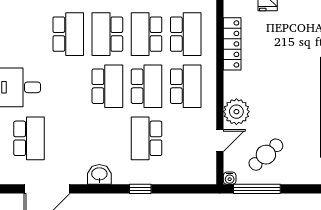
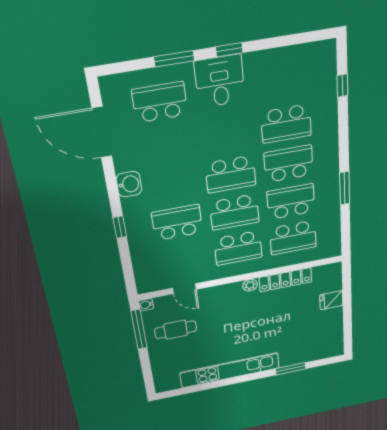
plant: (236, 112) -> (250, 285), moved, width x0.53, depth x0.53
school desk: (29, 138) -> (160, 102), turned 180
cafe table: (266, 155) -> (176, 330), turned -48

